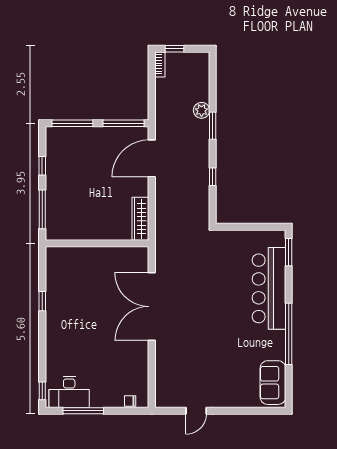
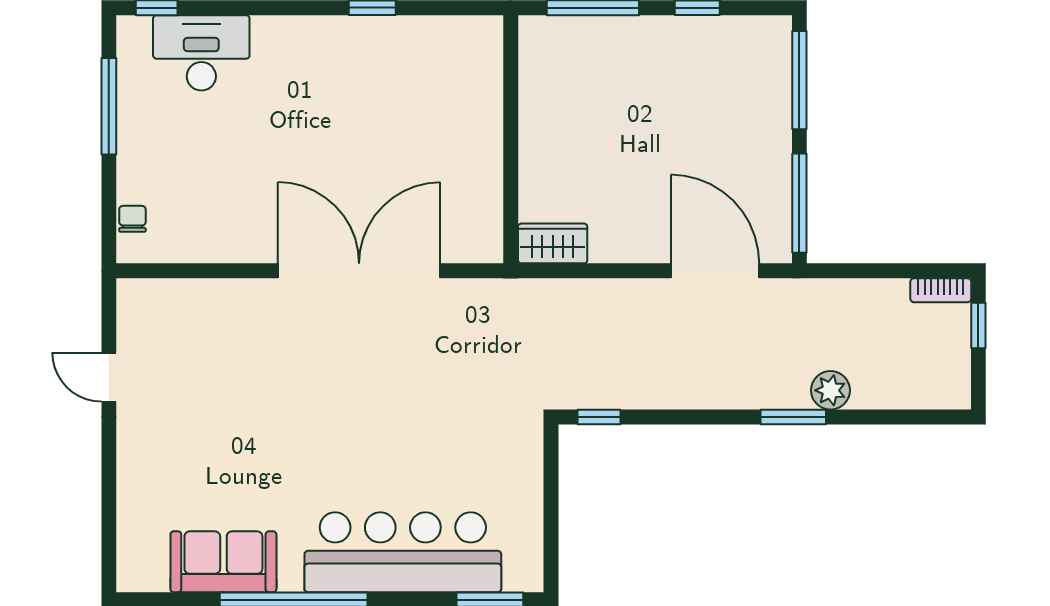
window: (213, 177) -> (599, 417), moved
wardrobe: (140, 219) -> (553, 243), width x0.67
sofa: (273, 383) -> (223, 562), moved
desk: (69, 392) -> (201, 53), moved, turned 90

